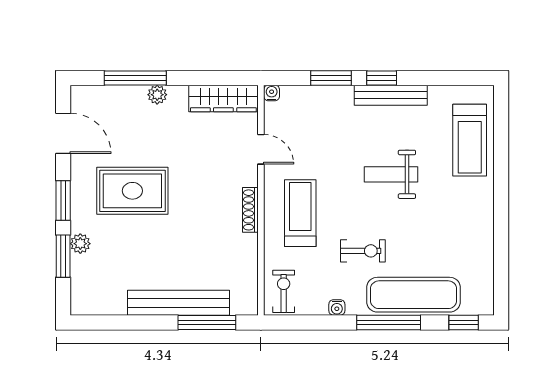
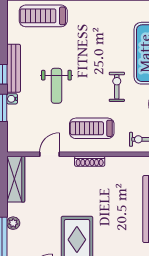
water cooler: (272, 93) -> (12, 99), moved
treadmill: (470, 140) -> (43, 16), turned 180
weight bench: (391, 174) -> (56, 86), moved

